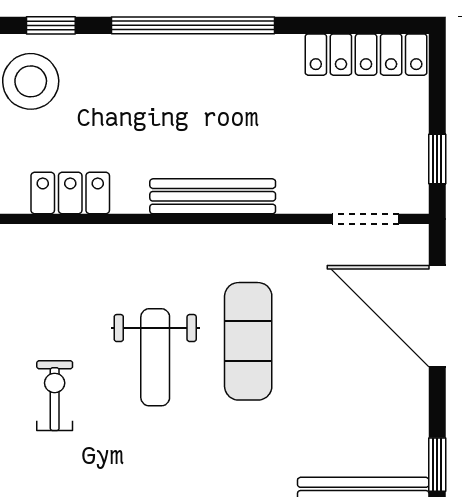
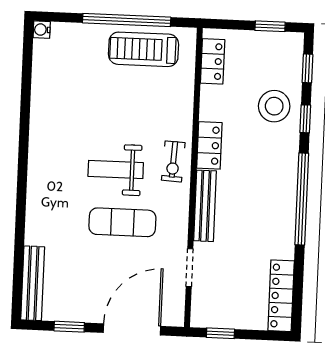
locker: (70, 193) -> (209, 145), moved
doorway: (366, 219) -> (189, 268), moved
exercise bike: (55, 396) -> (173, 161), moved, turned 93
window: (437, 465) -> (69, 327), moved

